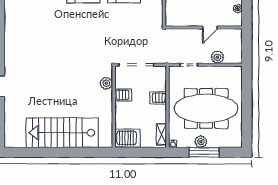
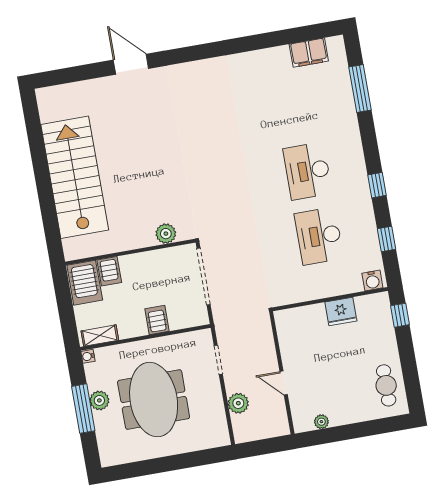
server rack: (123, 95) -> (109, 271), moved
meeting table: (206, 108) -> (154, 400), width x0.73

